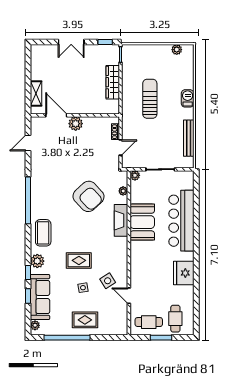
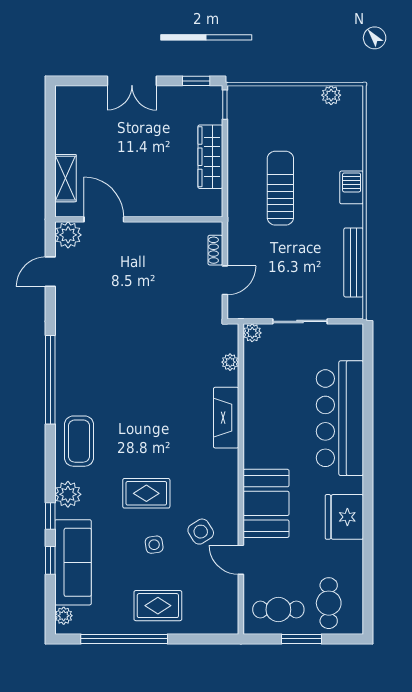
plant: (76, 124) -> (68, 235), moved
armchair: (88, 196) -> (165, 372), removed
booth: (142, 222) -> (266, 503), moved

